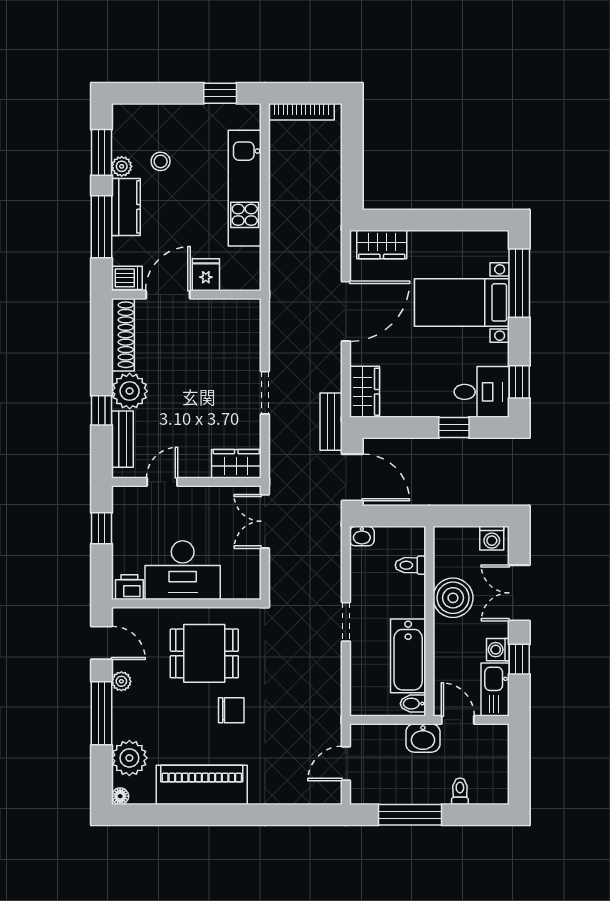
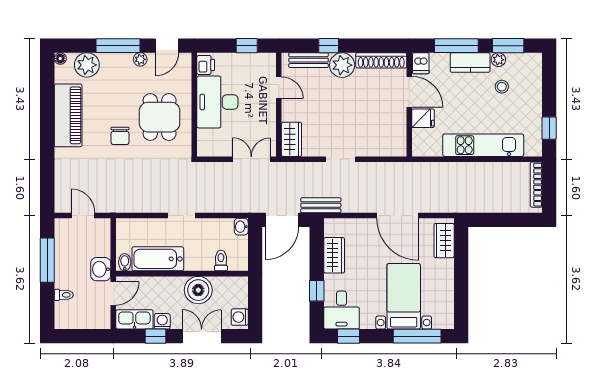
wardrobe: (364, 392) -> (334, 255), moved, turned -90

